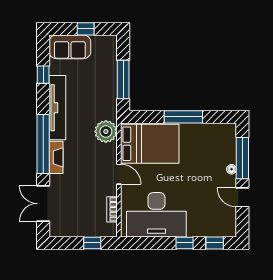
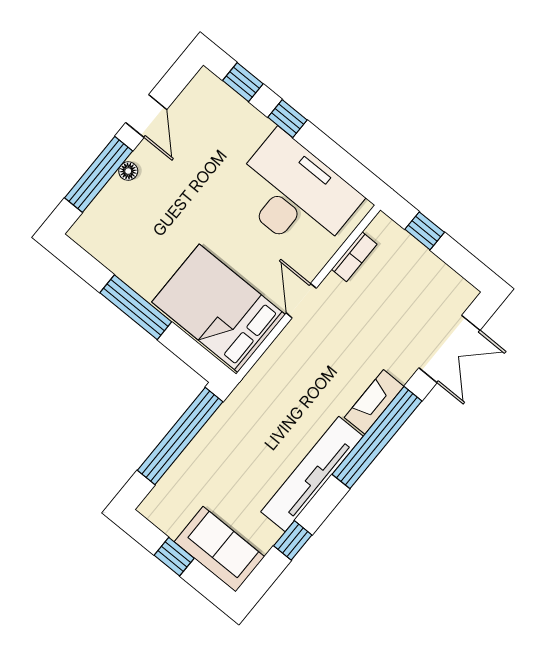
window: (123, 80) -> (180, 436), width x1.46
plant: (106, 132) -> (269, 380), removed

